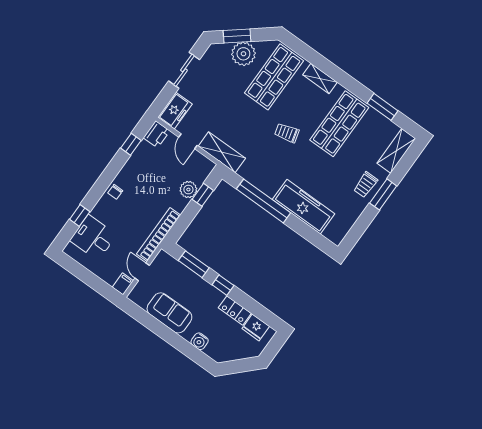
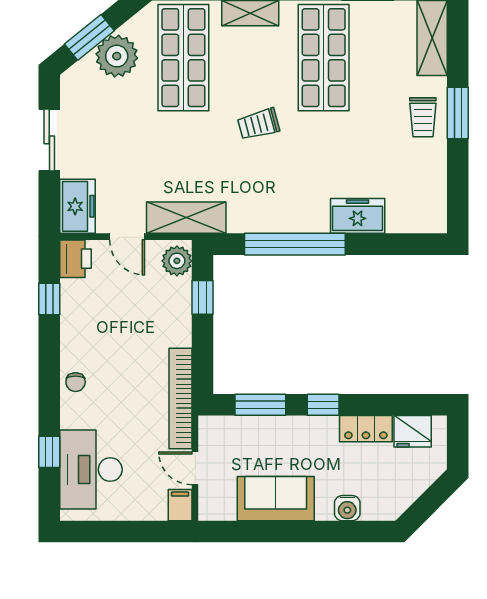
plant: (188, 190) -> (177, 261), moved
freezer: (304, 207) -> (358, 216), width x0.52, depth x0.79
desk: (93, 238) -> (91, 469), width x1.37

